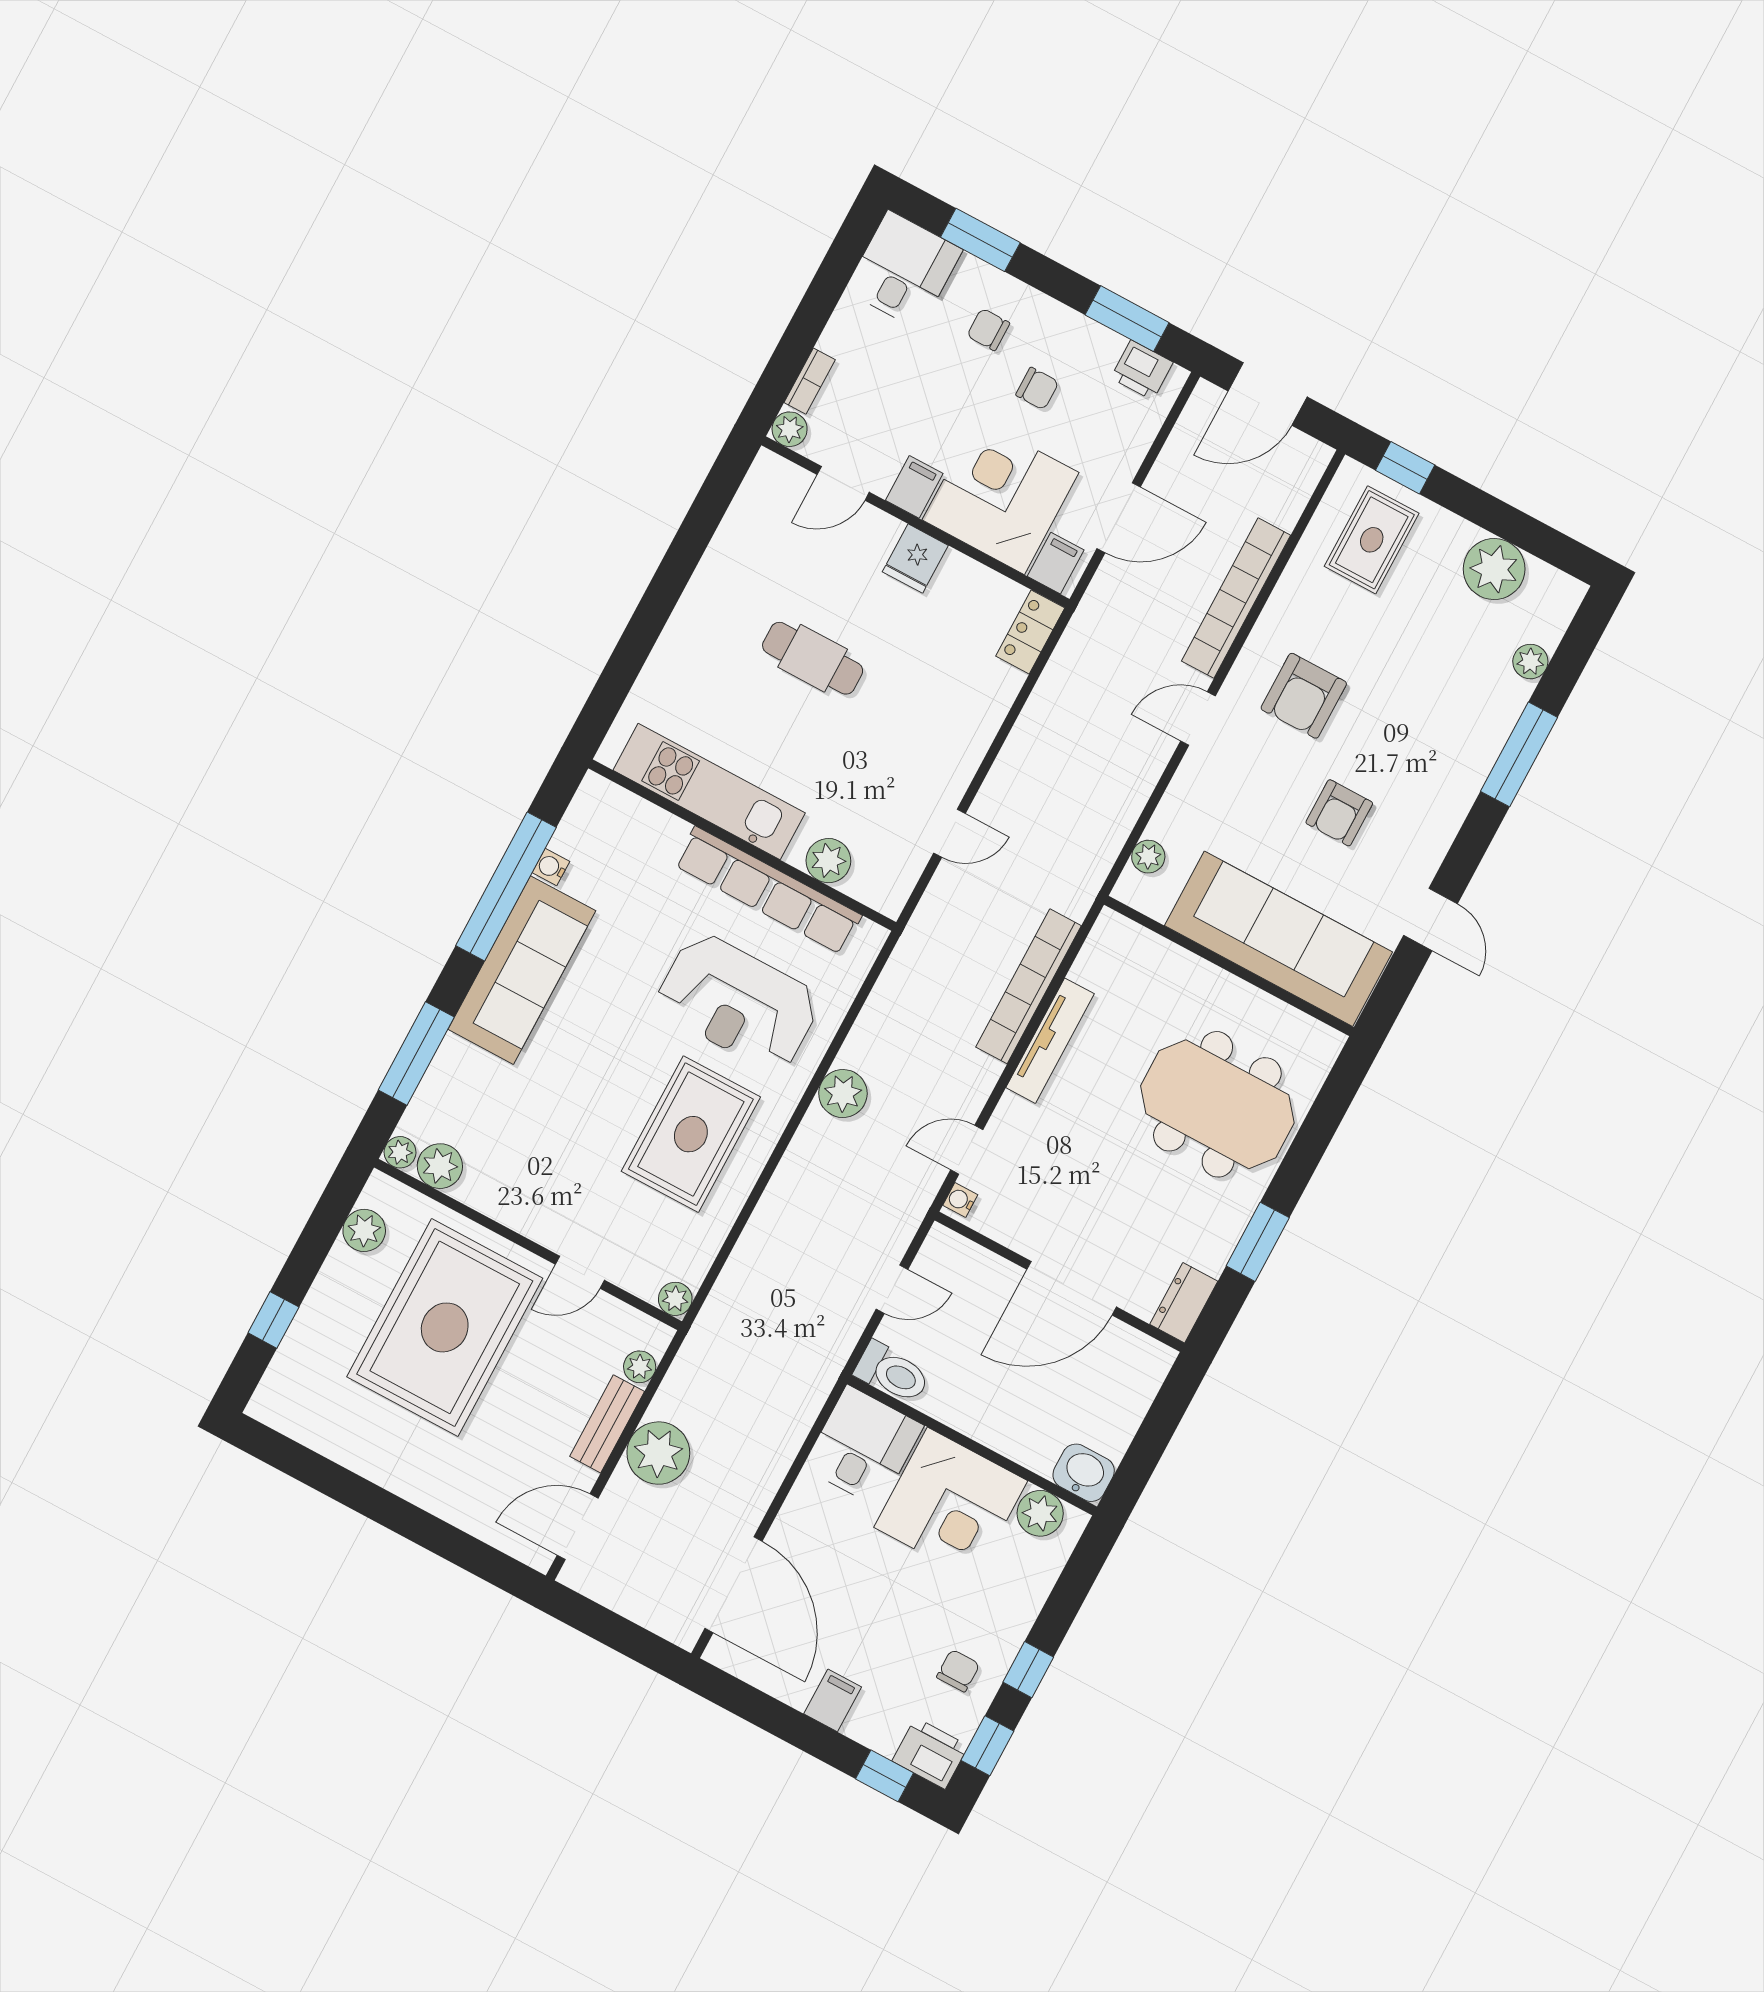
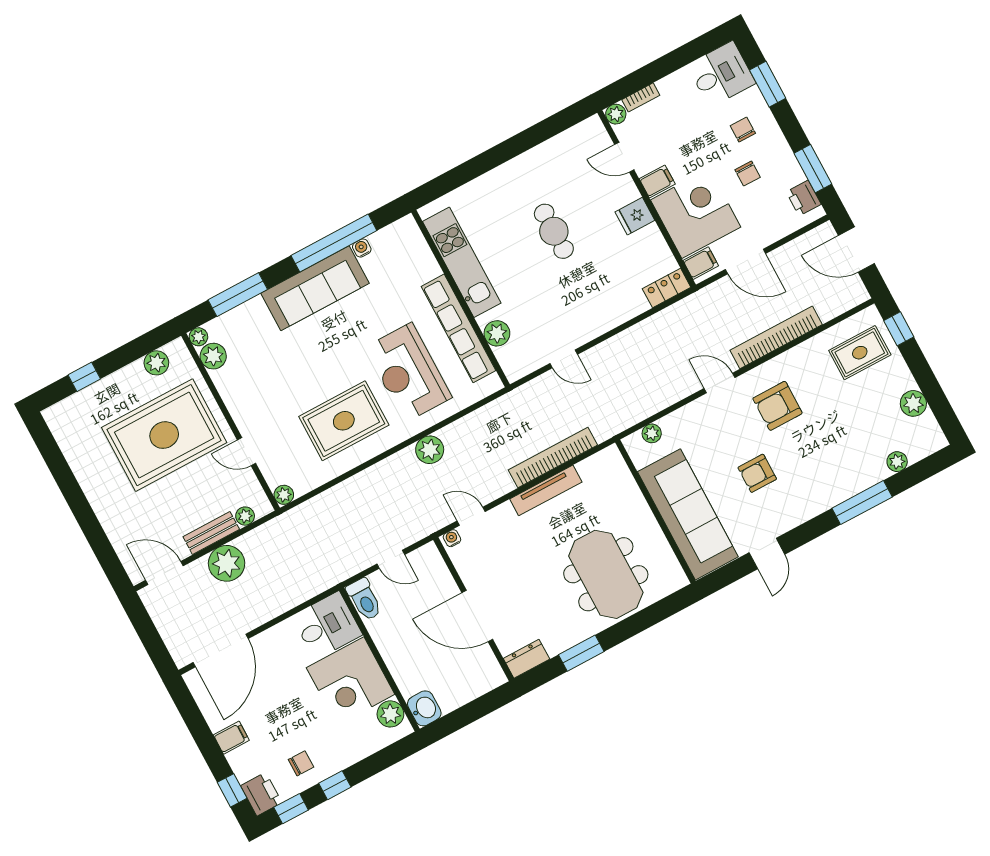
plant: (1494, 569) -> (913, 403), width x0.73, depth x0.73

